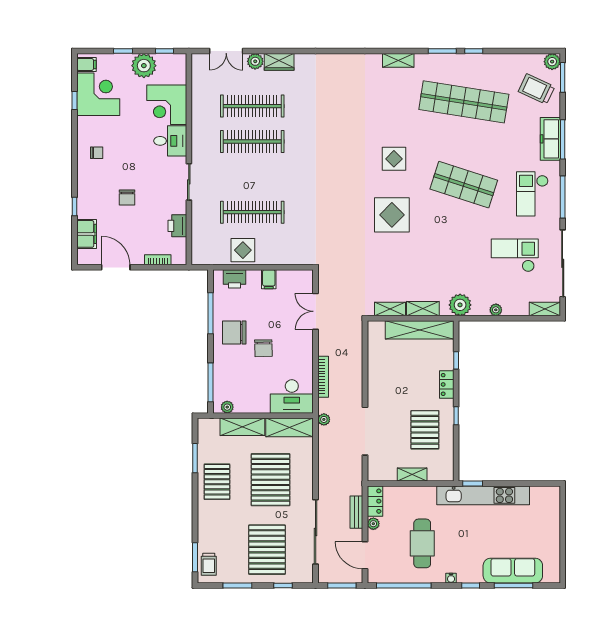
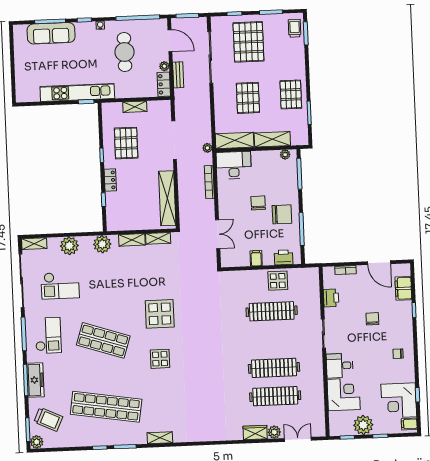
plant: (496, 310) -> (69, 246), width x1.88, depth x1.88
shelving: (420, 330) -> (167, 198), moved, turned 90
pallet: (271, 480) -> (248, 98), width x0.73, depth x0.71

